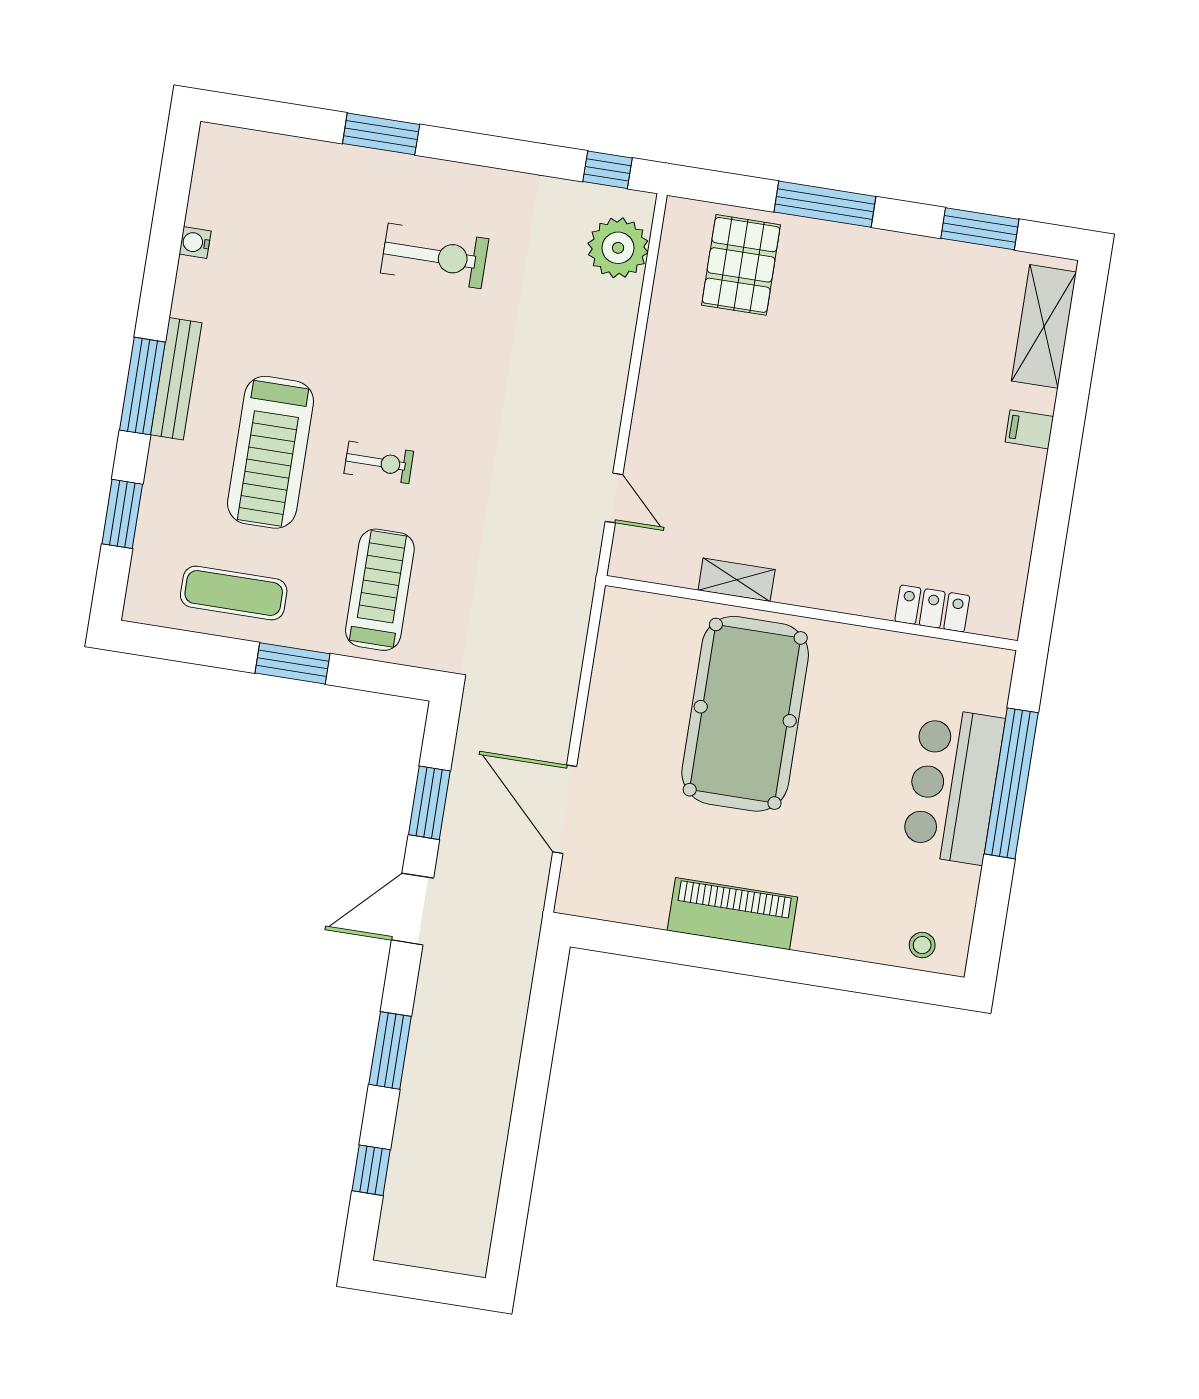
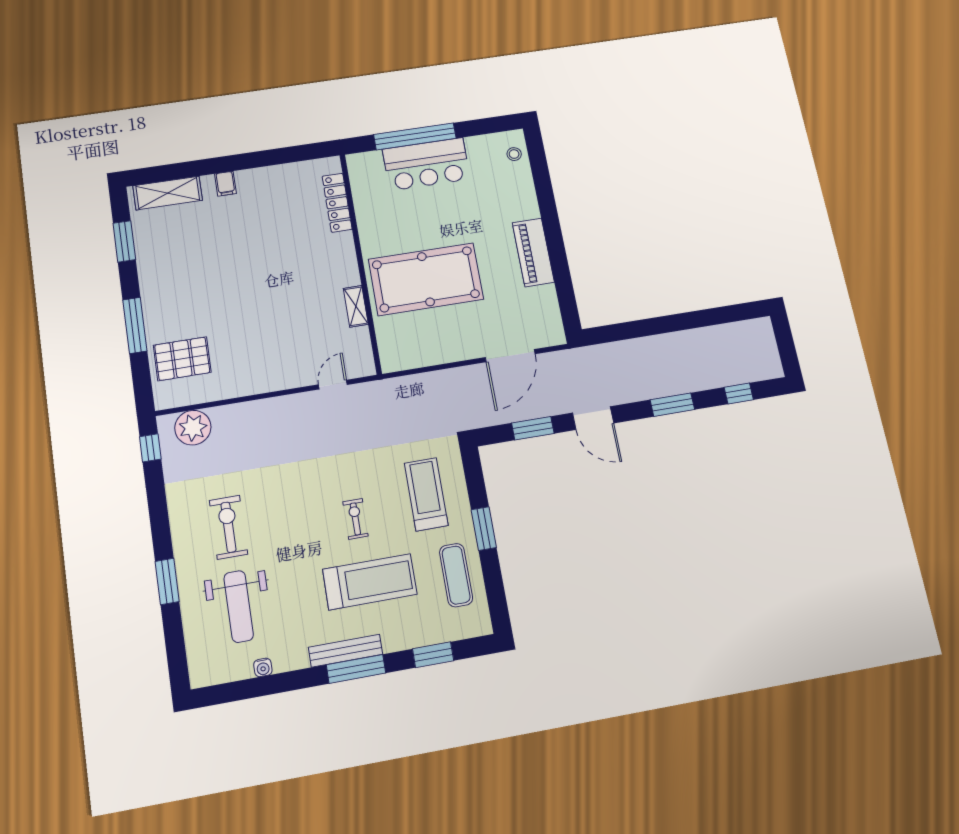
weight bench: (303, 234) -> (239, 606), added
treadmill: (380, 590) -> (426, 494), turned 90
locker: (932, 609) -> (337, 203), width x1.53

